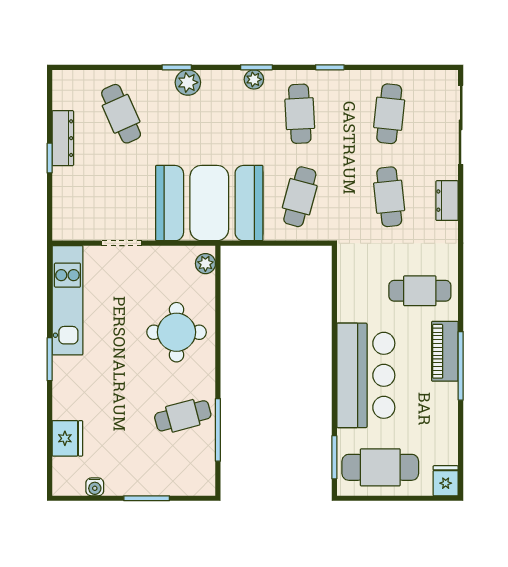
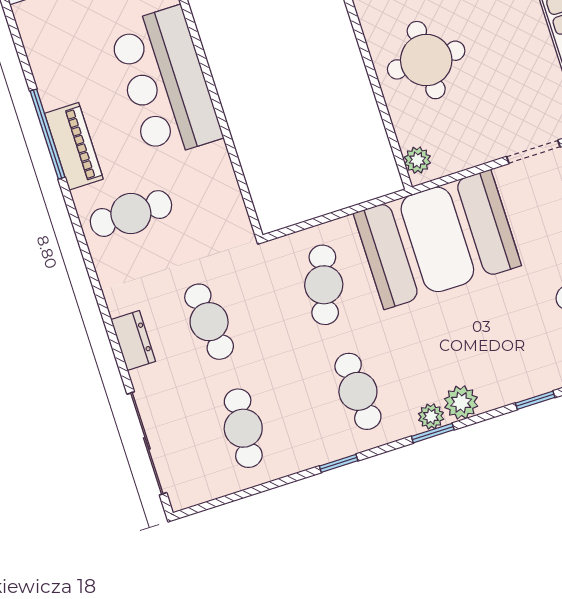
plant: (188, 82) -> (461, 402), moved

